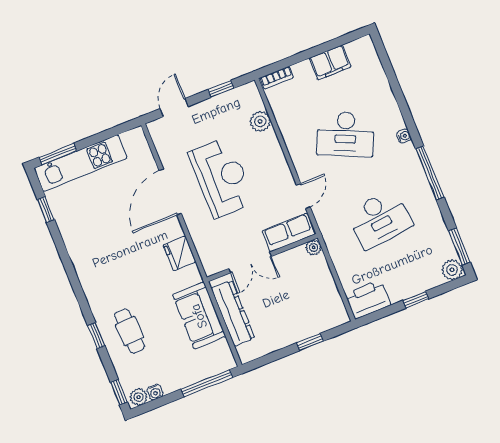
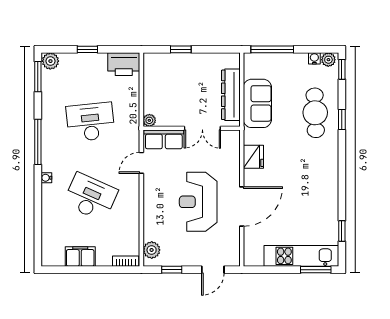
plant: (260, 121) -> (152, 250), moved
double door: (250, 263) -> (202, 128), swing flipped
cafe table: (130, 331) -> (315, 113), width x1.37, depth x1.35

